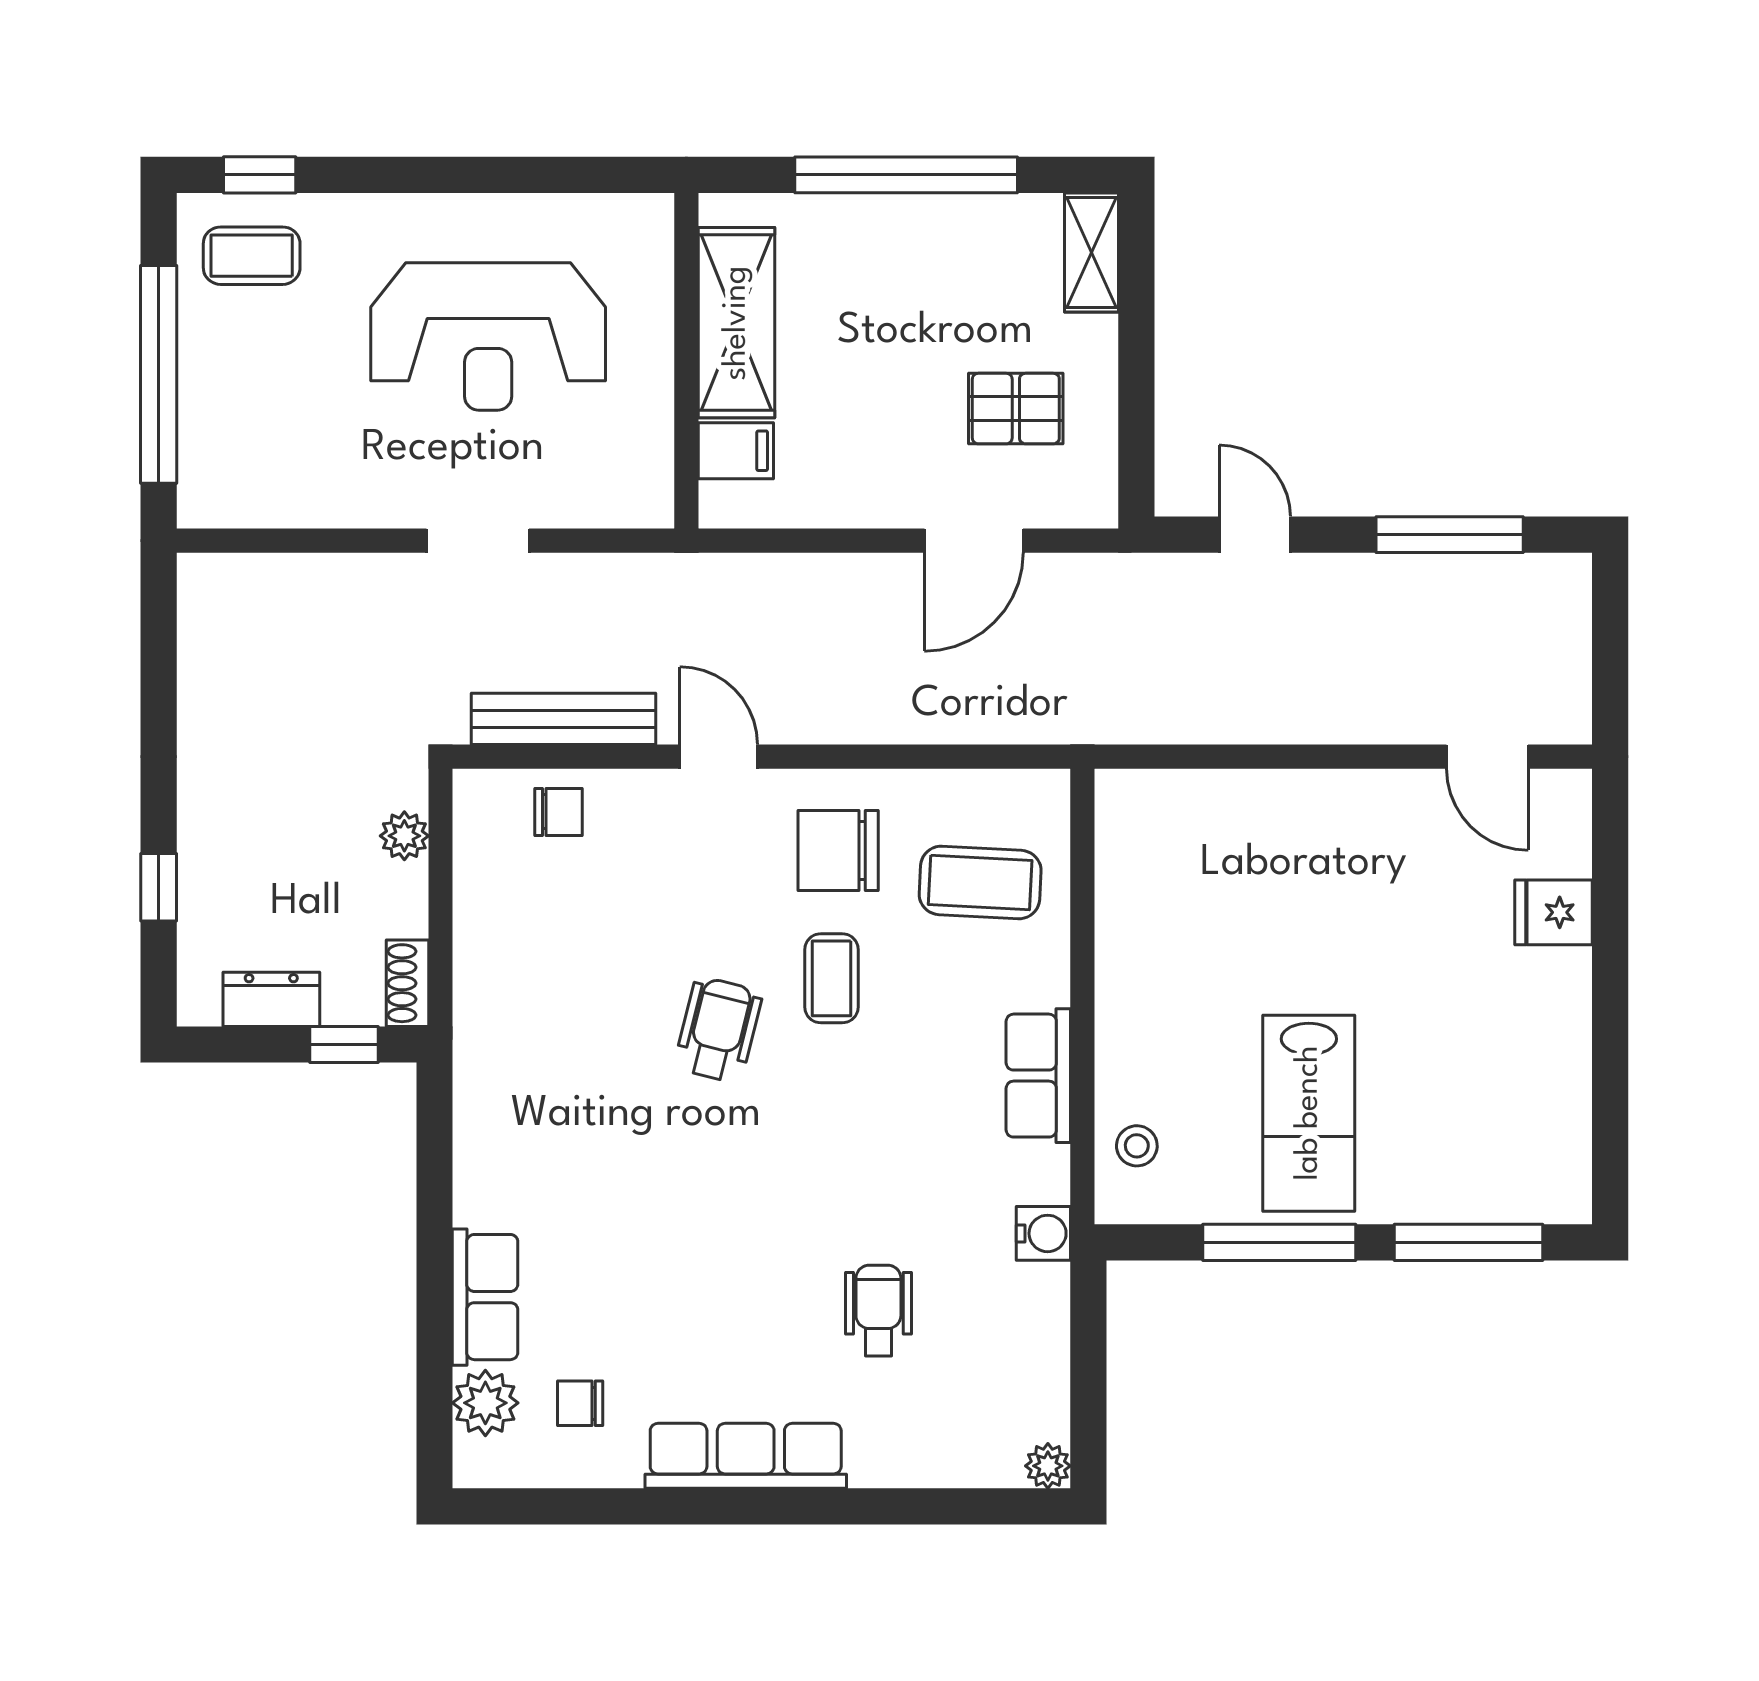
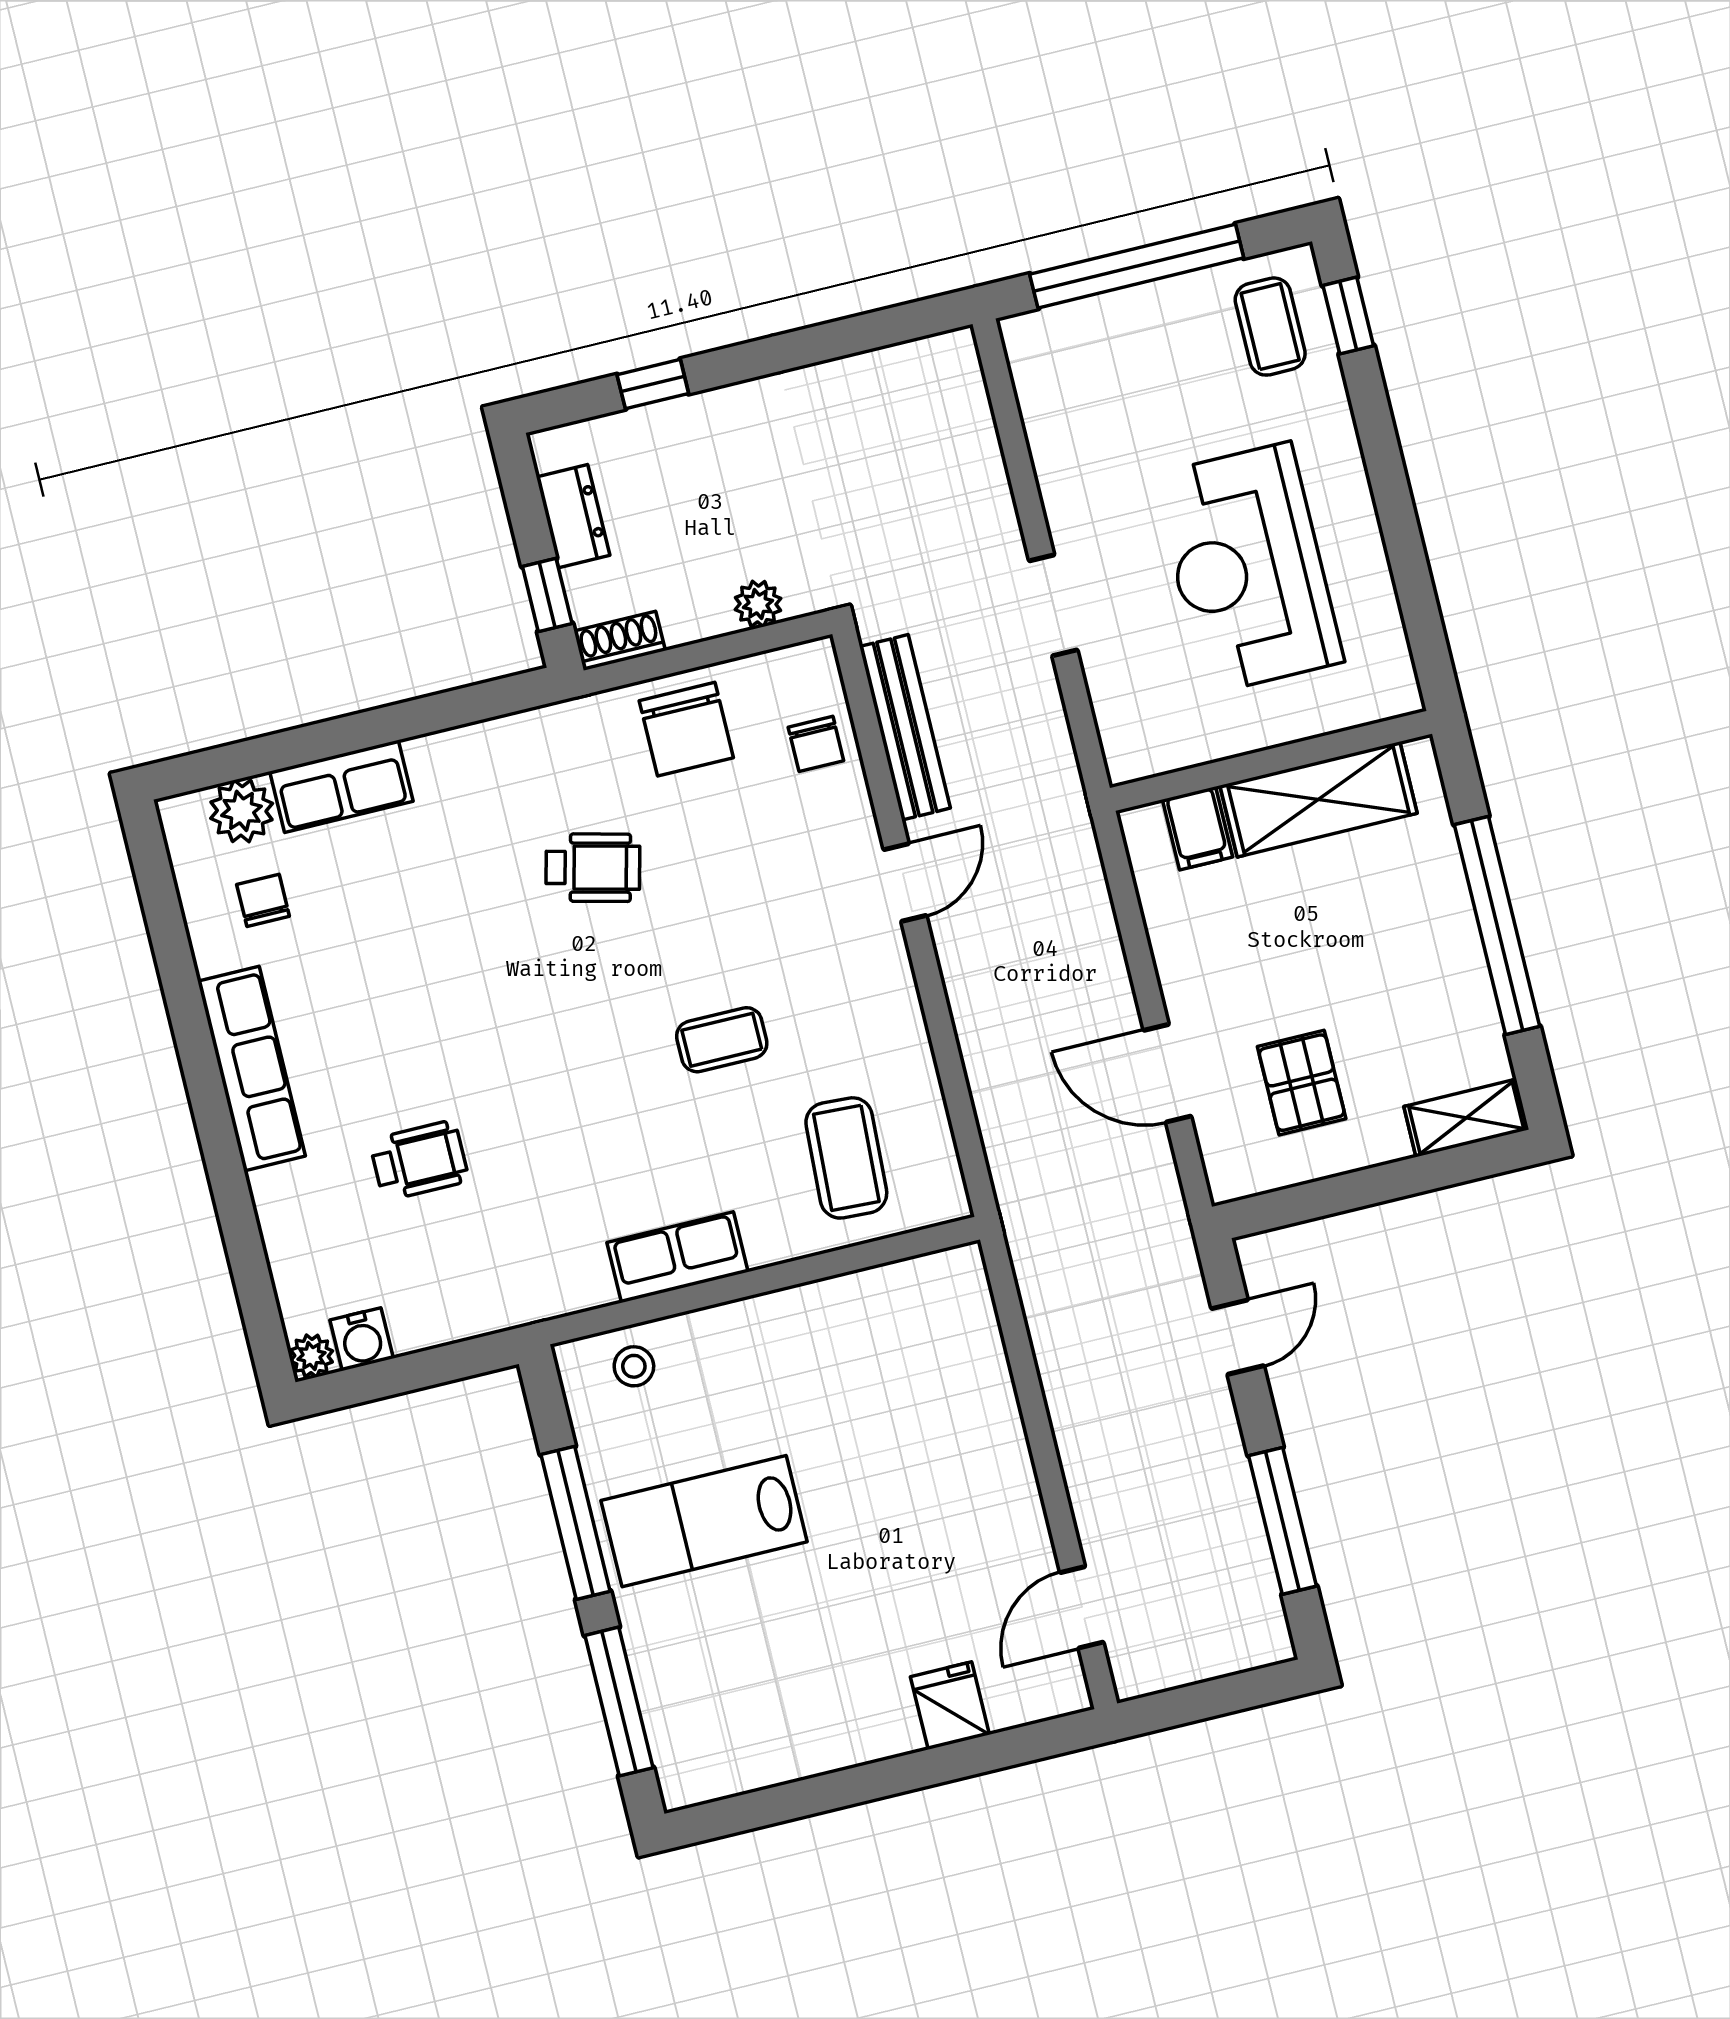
chair: (838, 850) -> (686, 729), moved, turned 180
wheelchair: (718, 1030) -> (593, 868), moved
water cooler: (1043, 1233) -> (362, 1339), moved

